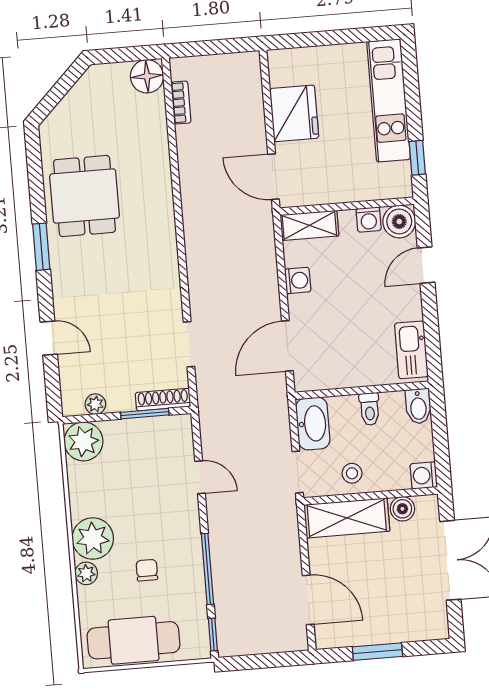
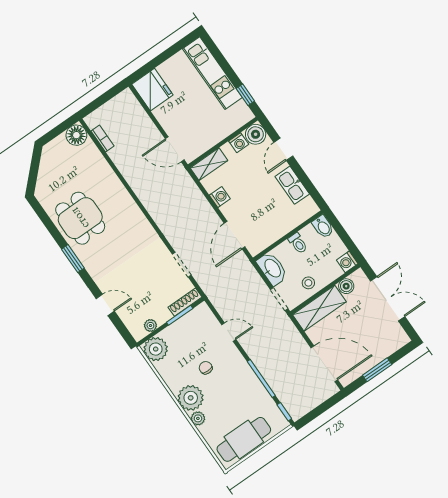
fridge: (294, 113) -> (152, 90), moved
kitchen sink: (411, 350) -> (292, 185), moved
chair: (147, 570) -> (206, 368), moved
door: (308, 600) -> (324, 364), width x1.36

